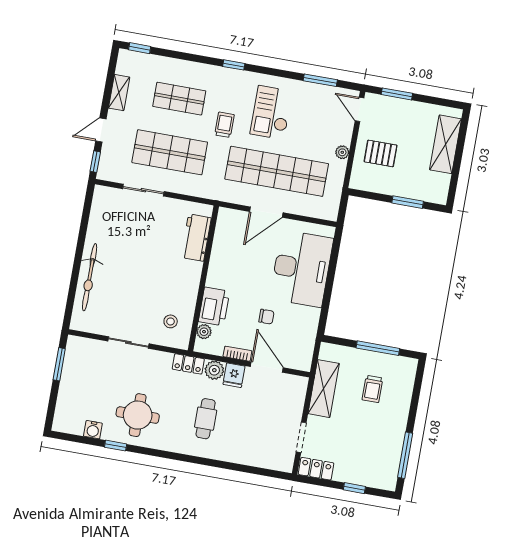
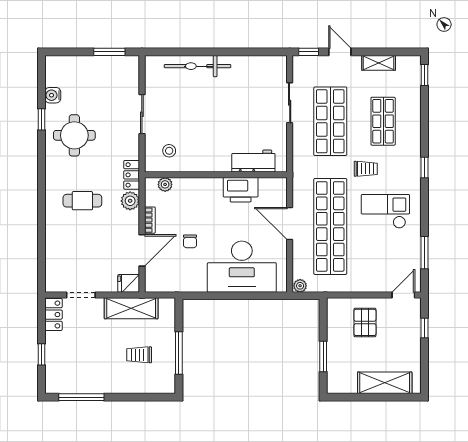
window: (397, 94) -> (424, 328), width x0.67
plant: (342, 152) -> (300, 286), moved
printer: (214, 306) -> (241, 190), moved
fridge: (234, 375) -> (129, 283), moved

